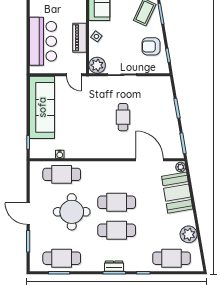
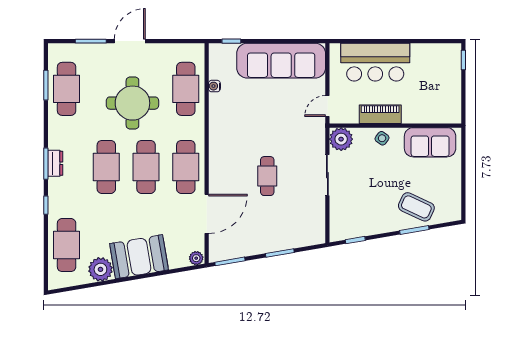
armchair: (151, 46) -> (368, 216), removed
cafe table: (123, 117) -> (267, 176), turned 90
cafe table: (117, 174) -> (186, 167), added
booth: (177, 193) -> (139, 257), moved

